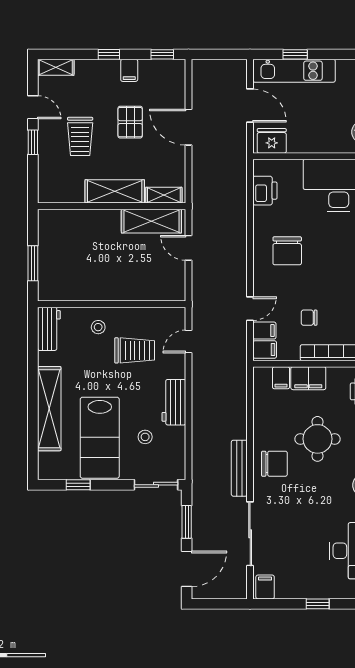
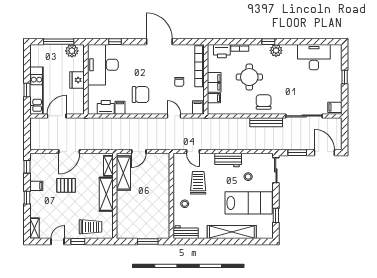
trolley: (80, 136) -> (91, 227), moved
fridge: (272, 141) -> (77, 80), moved
filing cabinet: (264, 331) -> (120, 108), moved

